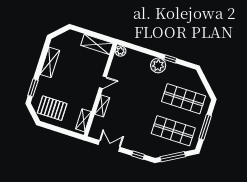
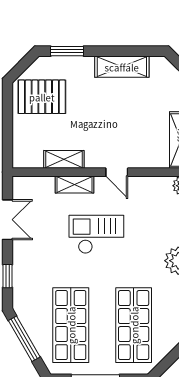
checkout: (131, 103) -> (96, 234), added
pallet: (52, 108) -> (42, 97), turned 90
shelving: (83, 120) -> (64, 159), moved

